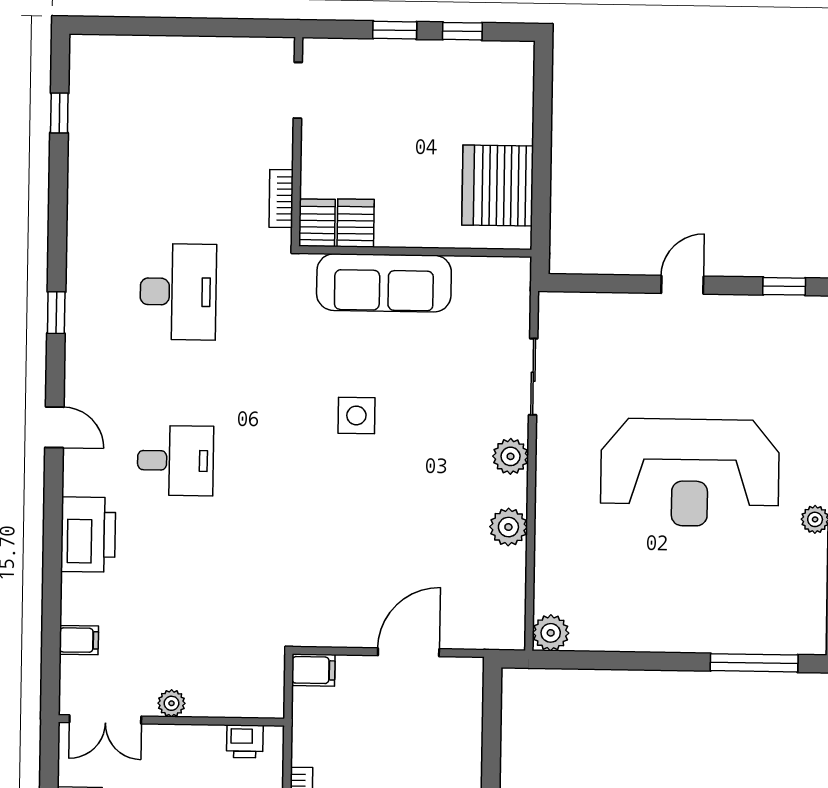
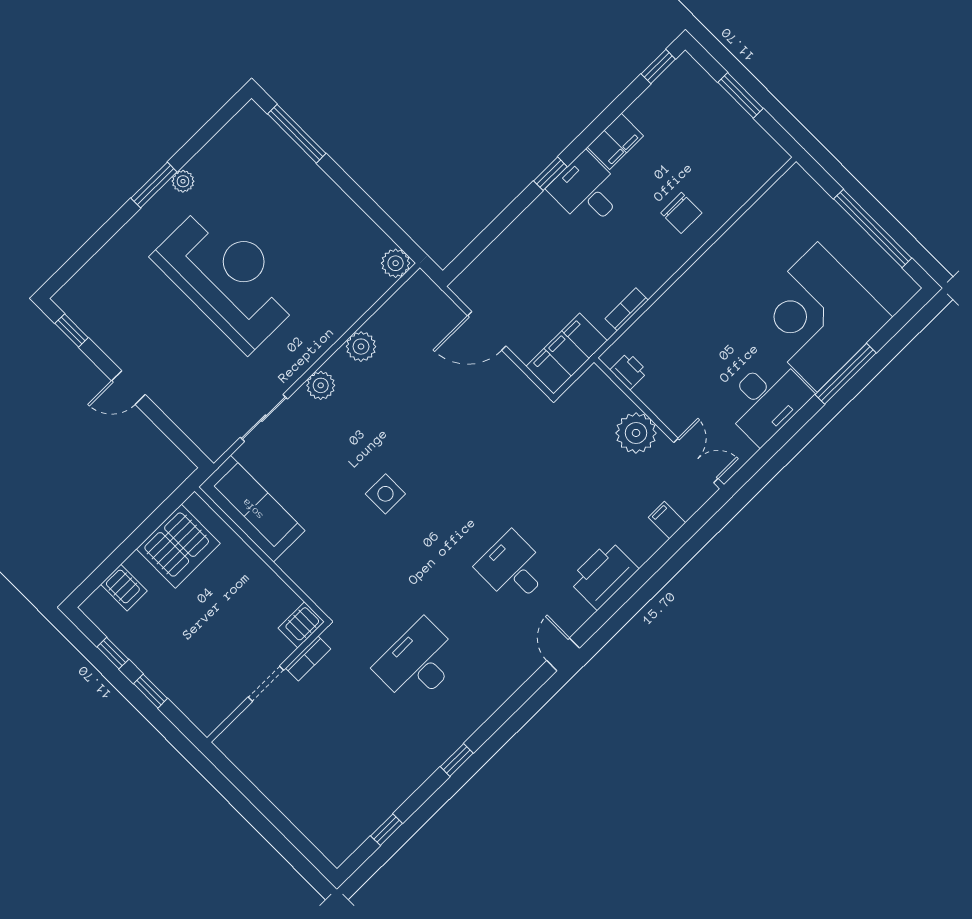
doorway: (298, 90) -> (266, 684), moved
server rack: (356, 223) -> (124, 588), moved, turned -90
sofa: (384, 283) -> (252, 509), moved
window: (56, 313) -> (457, 760), moved
filing cabinet: (313, 670) -> (567, 353), width x3.00, depth x1.17
plant: (171, 703) -> (636, 433), width x1.87, depth x1.87

